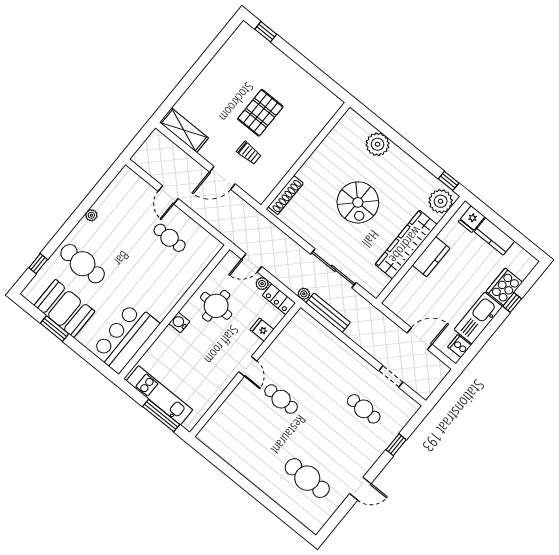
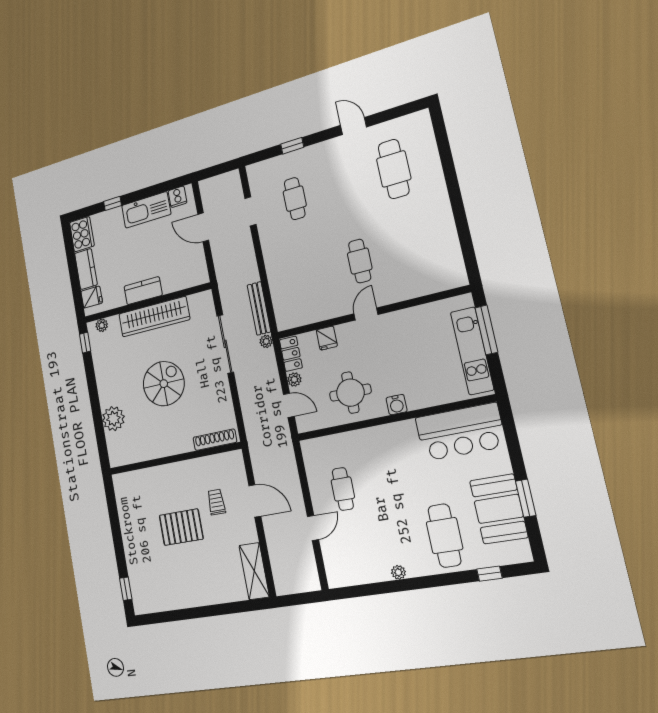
plant: (441, 201) -> (102, 325), width x0.53, depth x0.53
cooker: (504, 287) -> (82, 234), moved, turned -90

